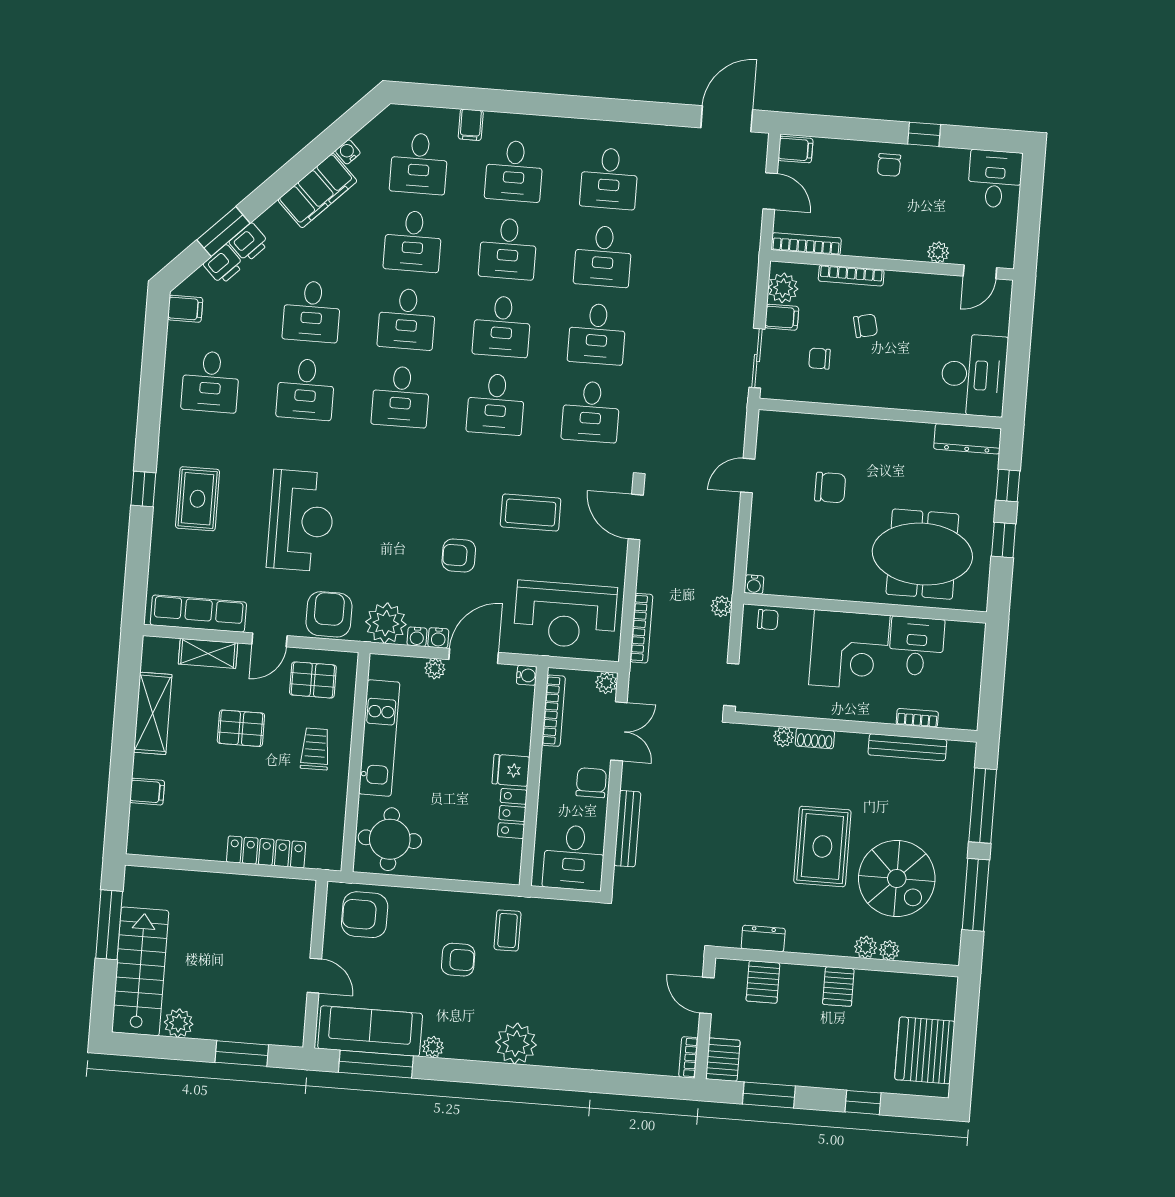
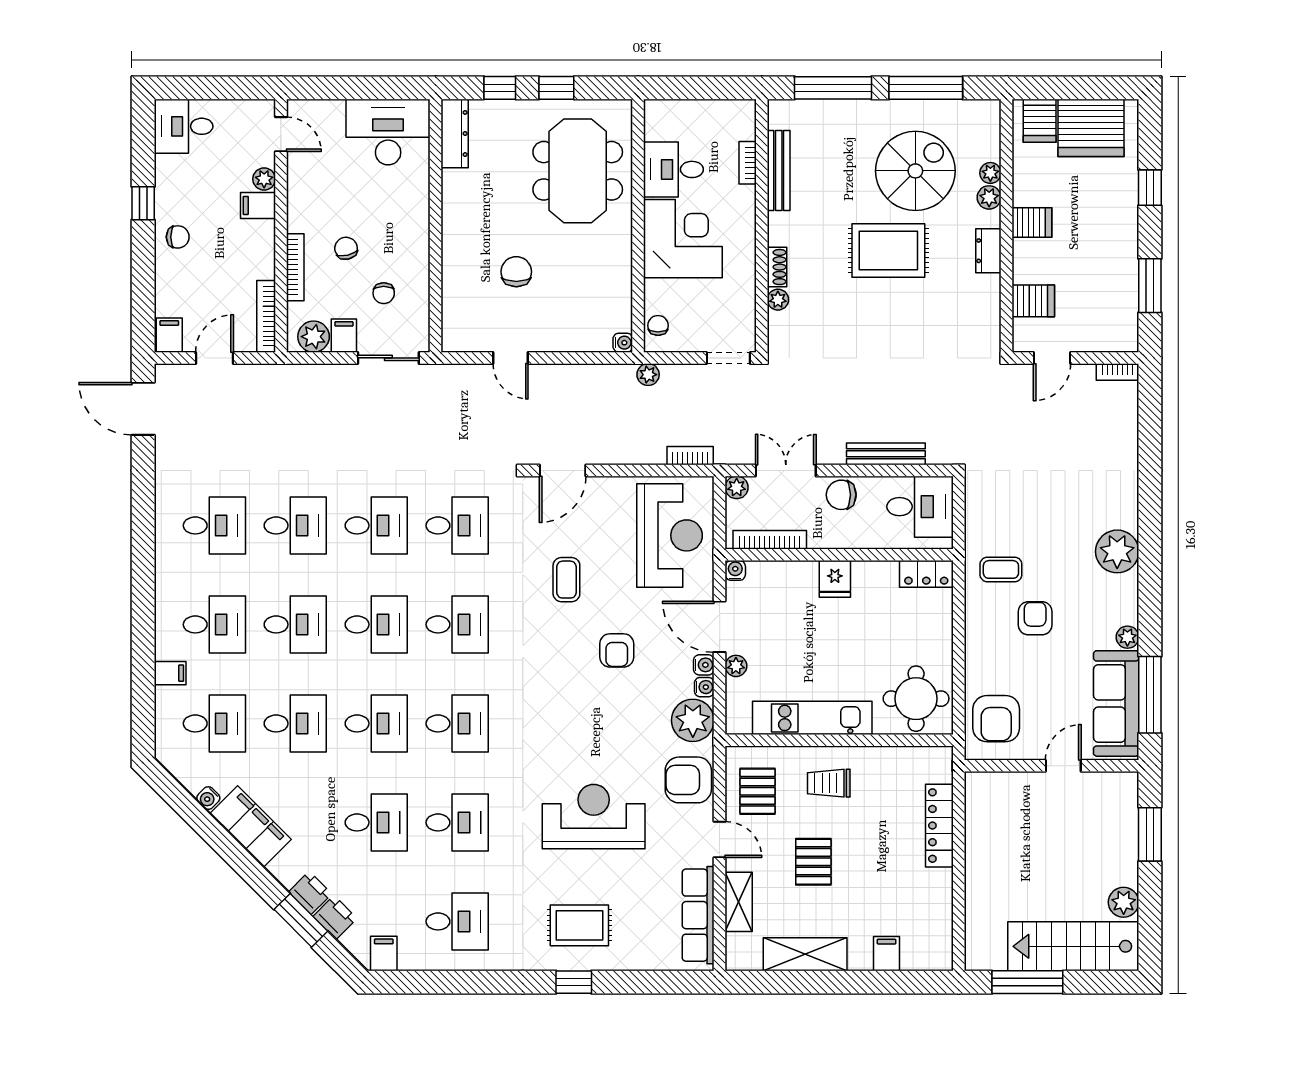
filing cabinet: (913, 244) -> (258, 205), added
coffee table: (531, 512) -> (566, 580), width x0.73, depth x0.77
bookcase: (641, 628) -> (690, 456), width x0.64
locker: (512, 813) -> (926, 574), moved
dresser: (763, 939) -> (988, 251), moved
server rack: (723, 1060) -> (1040, 121), moved, turned -90

